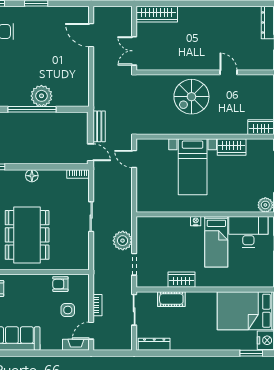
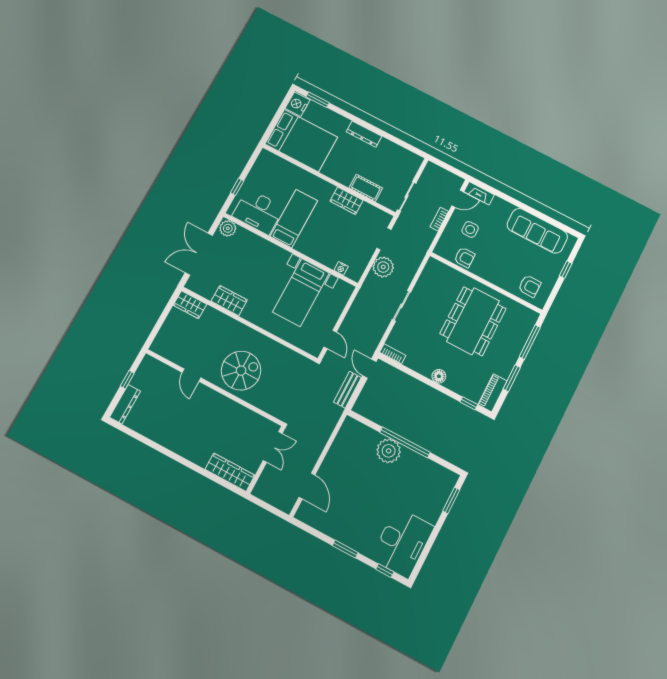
bed with nightstands: (193, 167) -> (301, 292), moved, turned 180
nightstand: (196, 221) -> (341, 268), moved
dresser: (154, 344) -> (364, 134), moved

